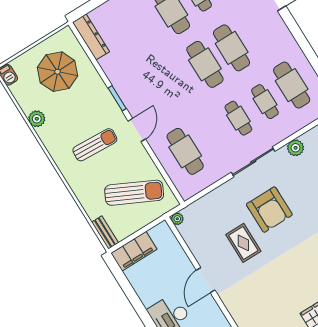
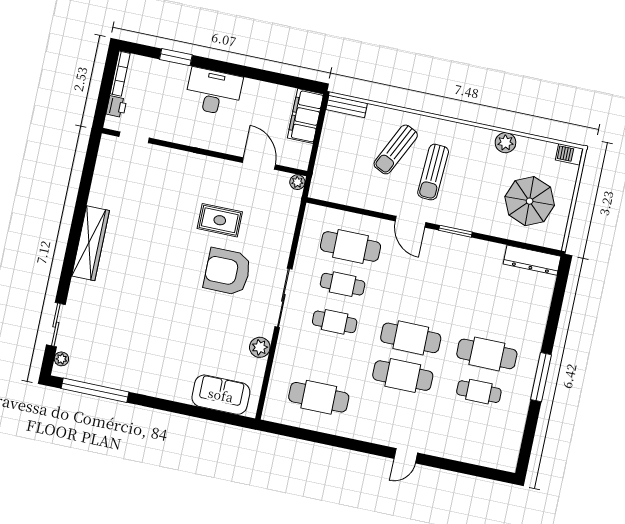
cafe table: (265, 102) -> (343, 284), moved
sun lounger: (134, 193) -> (396, 149), moved, width x0.73, depth x0.75
door: (206, 280) -> (259, 164), moved

